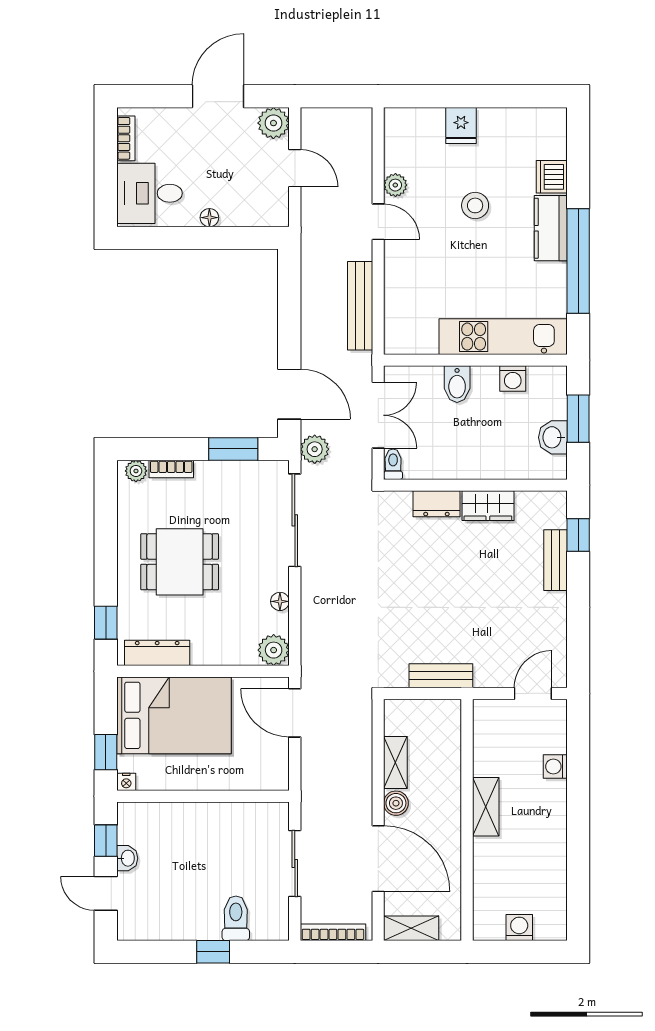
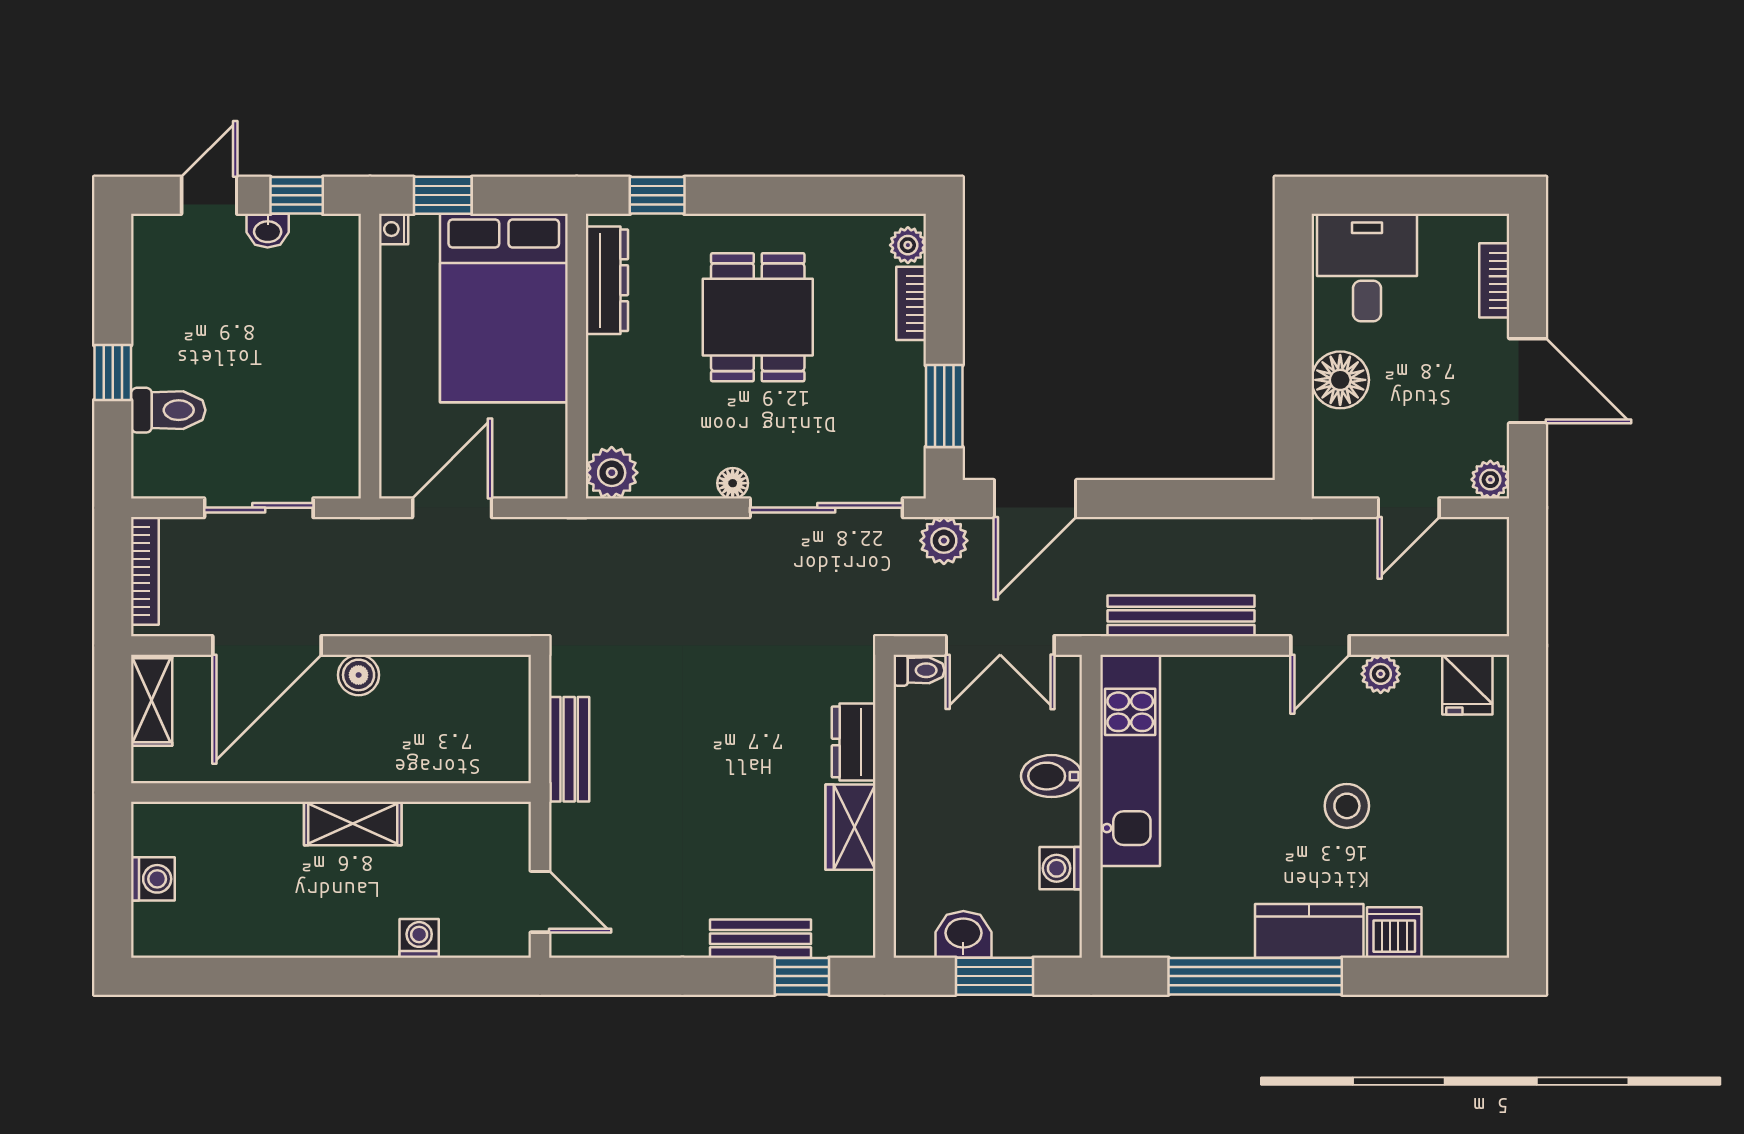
plant: (273, 123) -> (1490, 480), width x0.73, depth x0.73
fridge: (461, 125) -> (1467, 685), moved, turned -90
bookcase: (126, 138) -> (1494, 280), moved, turned 90
floor lamp: (209, 218) -> (1340, 380), width x1.89, depth x1.89
kitchen unit: (503, 337) -> (1130, 760), moved
floor lamp: (280, 601) -> (733, 483), moved
door: (295, 713) -> (452, 508), moved
shelving: (395, 763) -> (426, 674), removed

